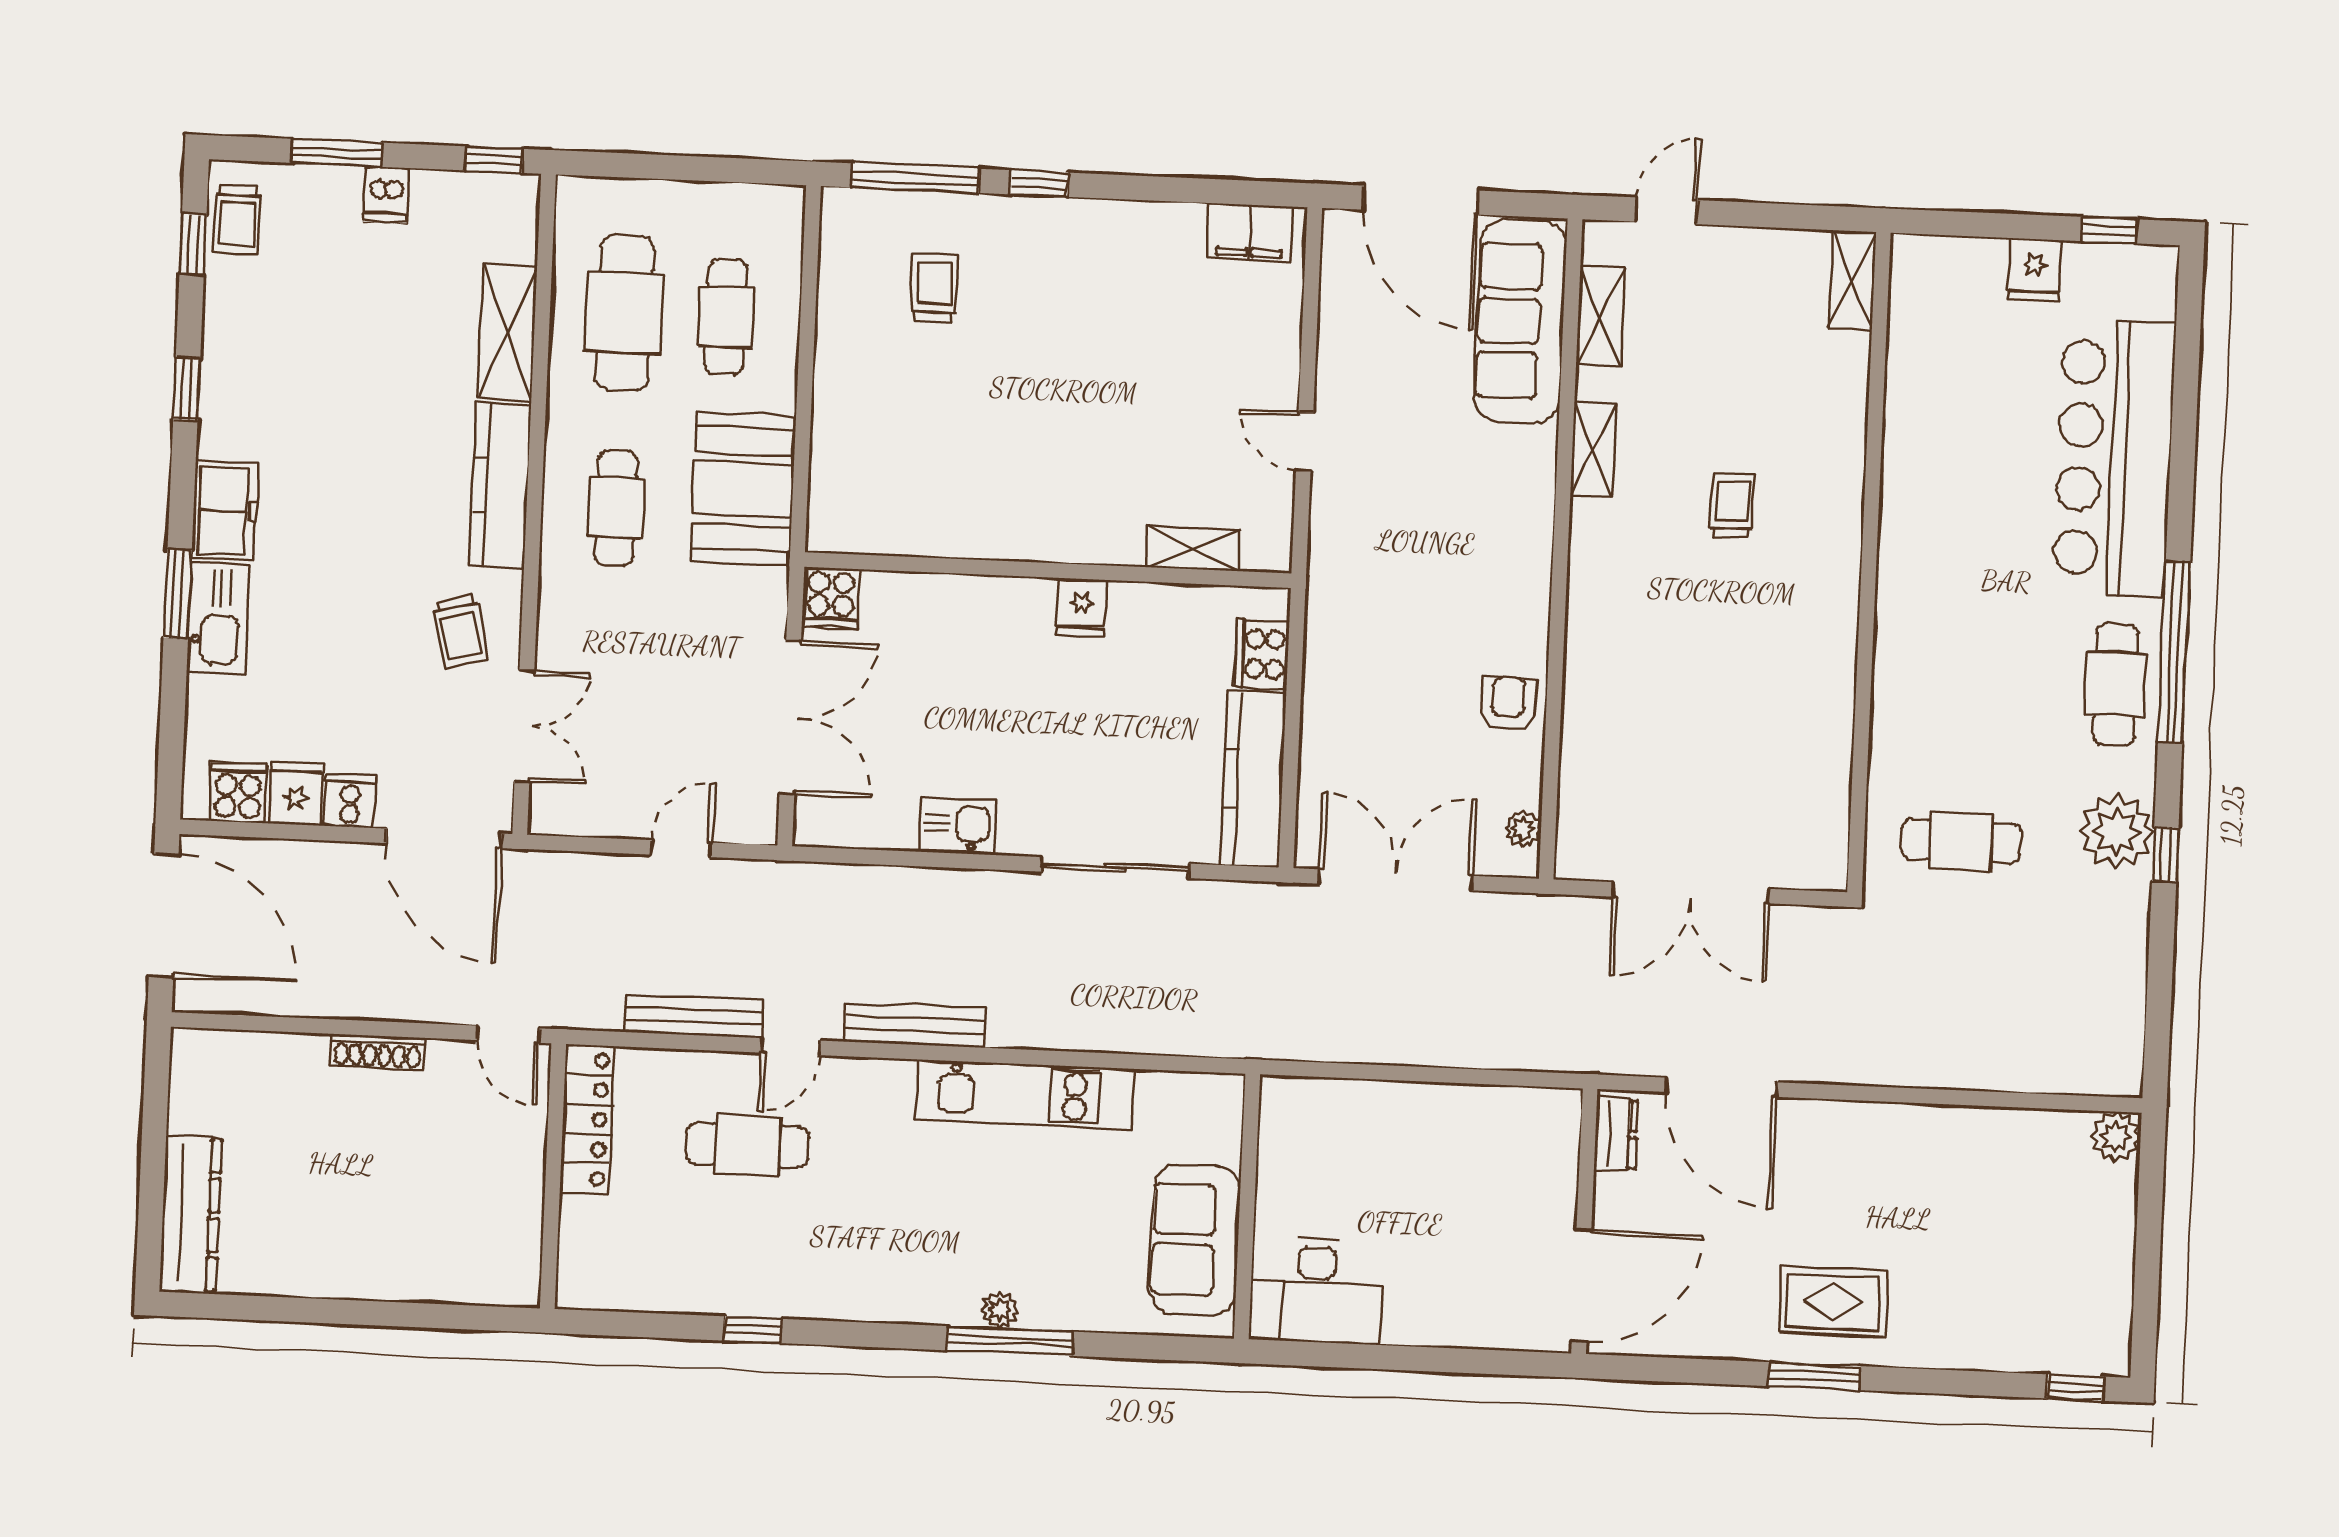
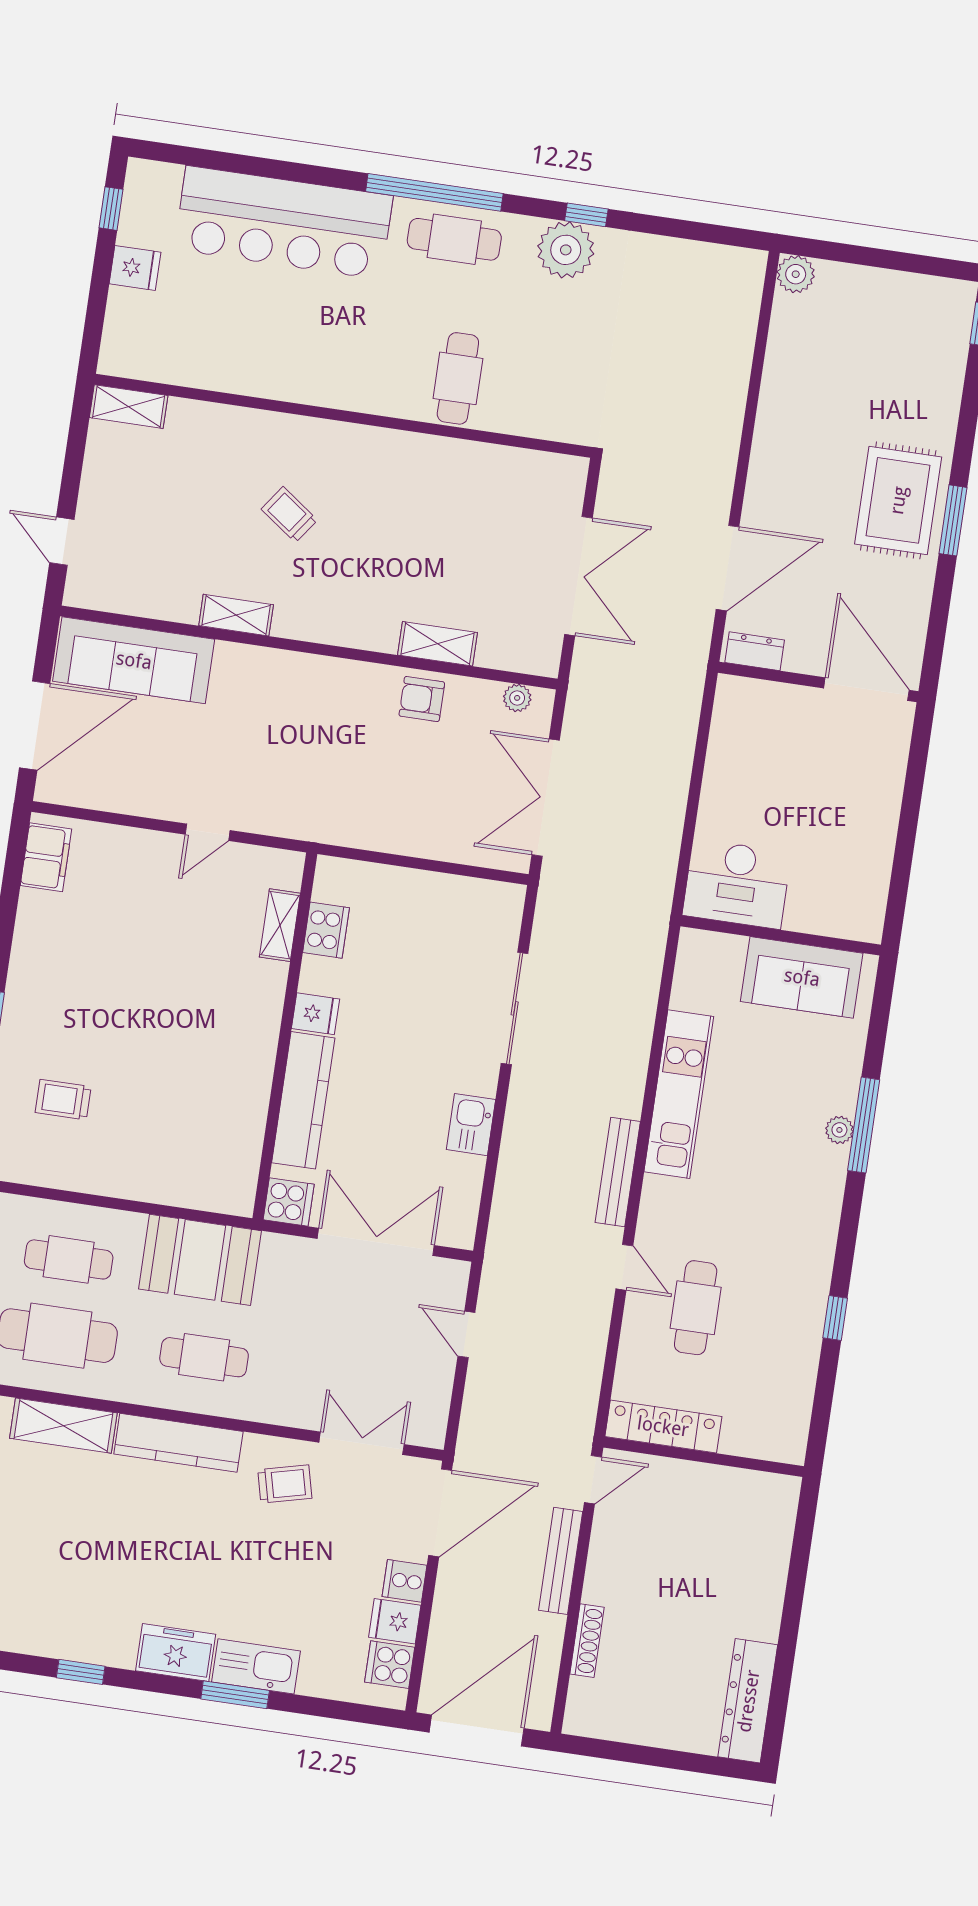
shelving: (1600, 316) -> (438, 644), moved
trolley: (1732, 505) -> (289, 515), turned 36
cooker: (1262, 654) -> (326, 930), moved, turned -90
kitchen counter: (1253, 779) -> (303, 1100), moved, turned -90
cafe table: (1961, 841) -> (458, 378), moved
bench: (694, 1016) -> (561, 1561), moved
shoe rack: (377, 1052) -> (587, 1641), moved
dresser: (191, 1214) -> (748, 1701), moved, turned -90
desk: (1316, 1291) -> (737, 884), moved, turned 90
rug: (1833, 1302) -> (898, 500), width x1.36, depth x1.43

